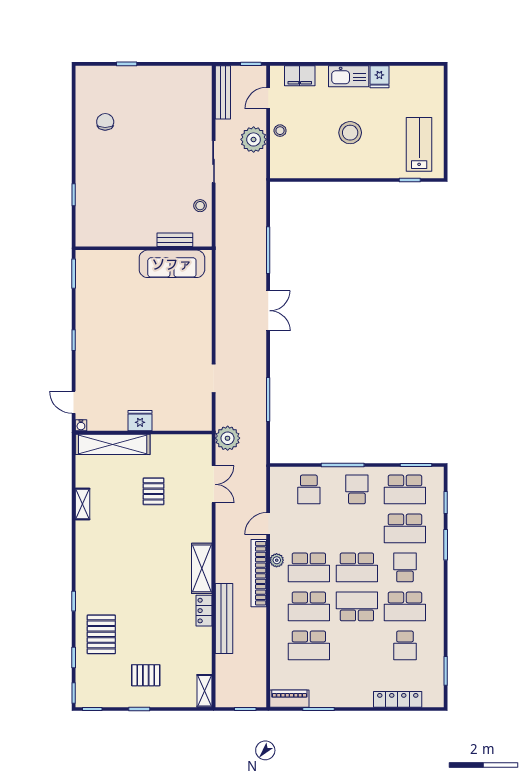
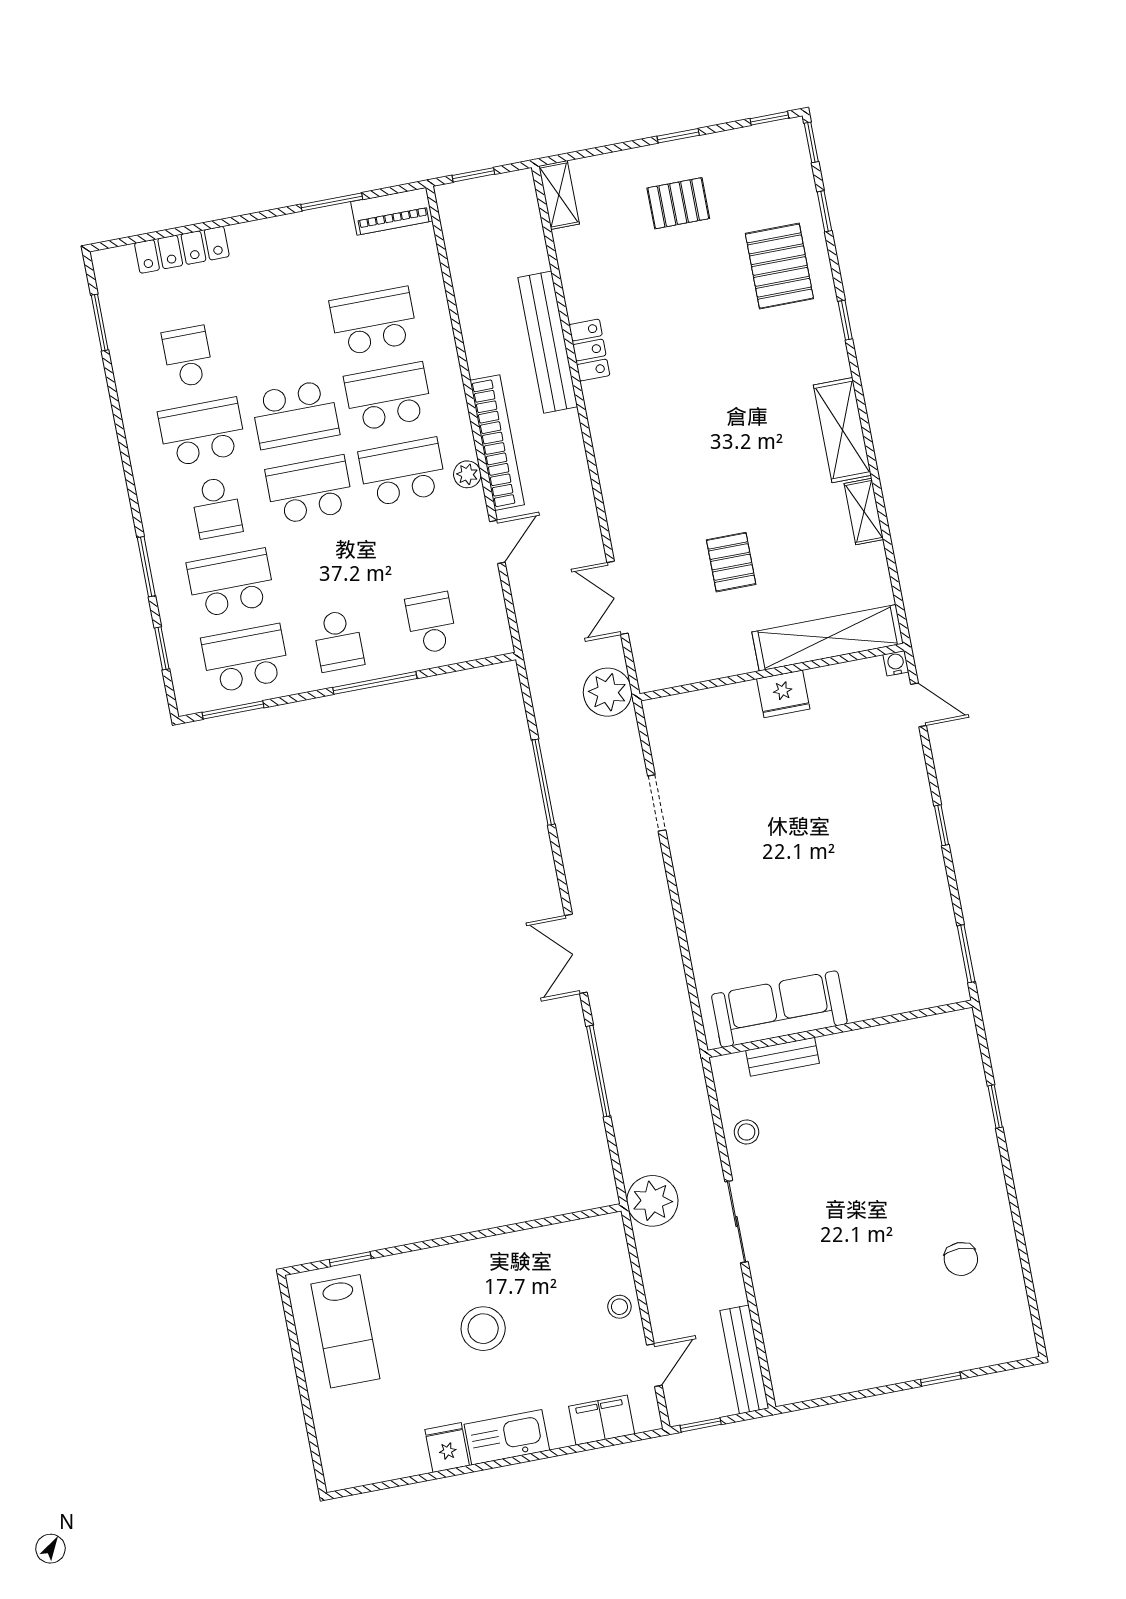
plant: (254, 139) -> (652, 1201), moved
shelving: (202, 568) -> (842, 430), moved

